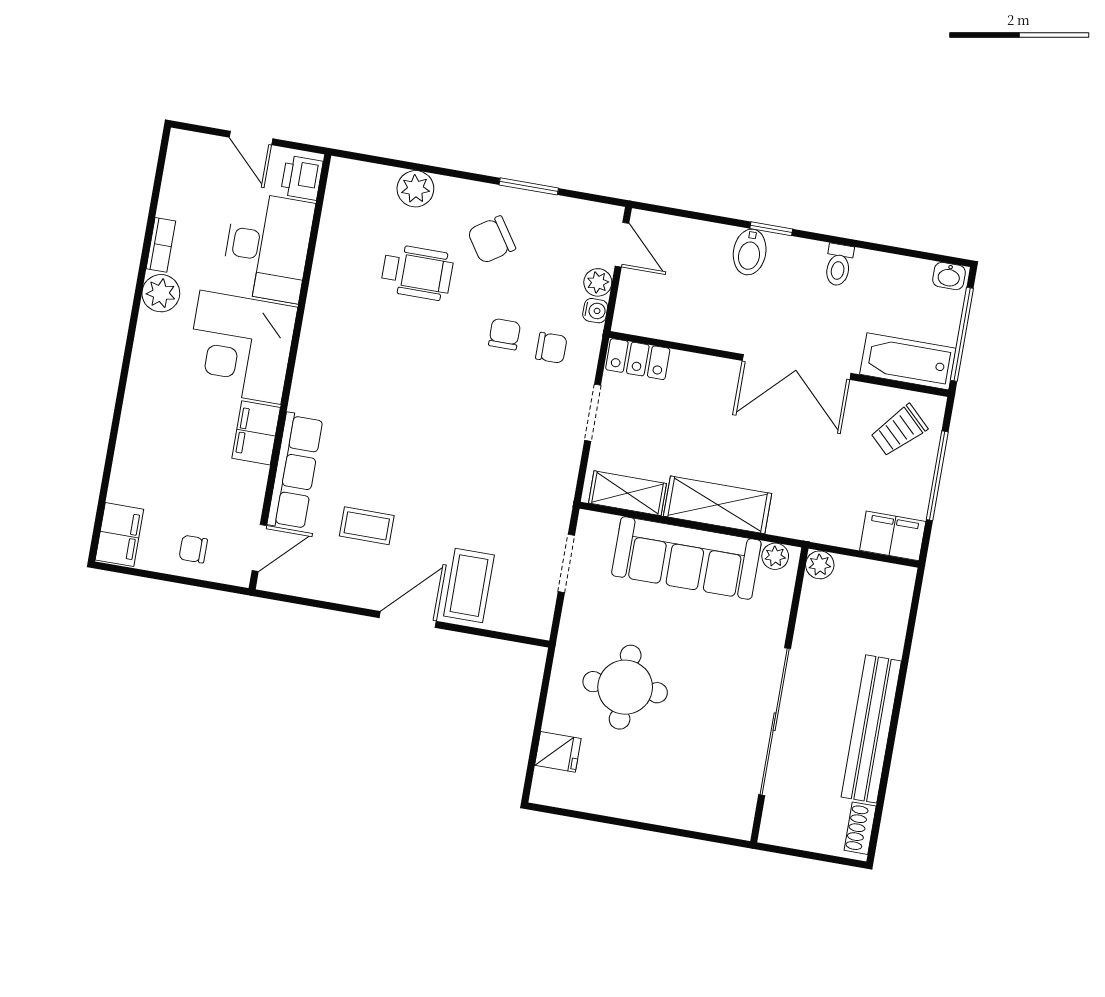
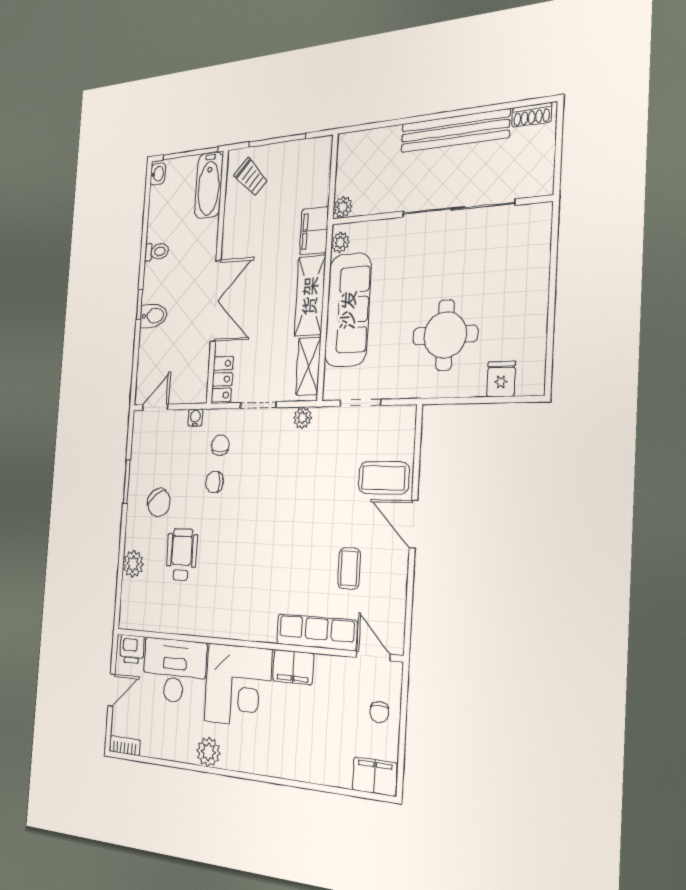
bookcase: (161, 245) -> (125, 746), moved
plant: (598, 282) -> (303, 418), moved
double door: (797, 367) -> (216, 301), moved
filing cabinet: (893, 536) -> (314, 231), moved

